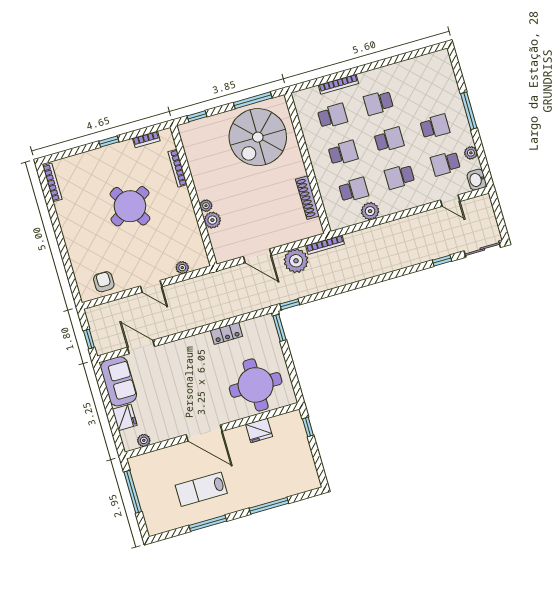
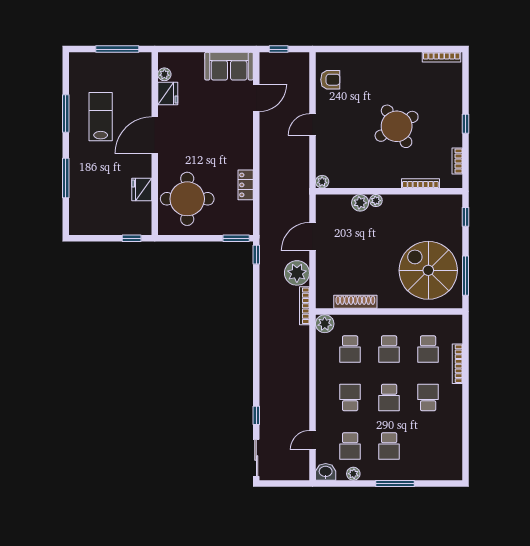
school desk: (445, 163) -> (350, 446), turned 180
plant: (370, 211) -> (325, 324), moved
plant: (182, 268) -> (322, 182), moved
fridge: (125, 417) -> (168, 94), moved, turned -90

